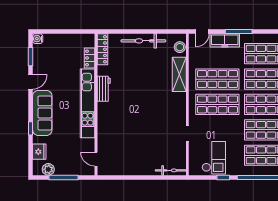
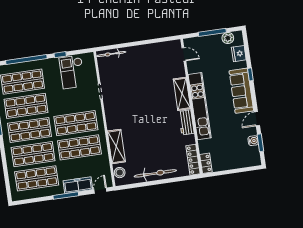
water cooler: (38, 39) -> (253, 141), moved
locker: (90, 58) -> (206, 163), moved
shelving: (104, 119) -> (182, 94), added

